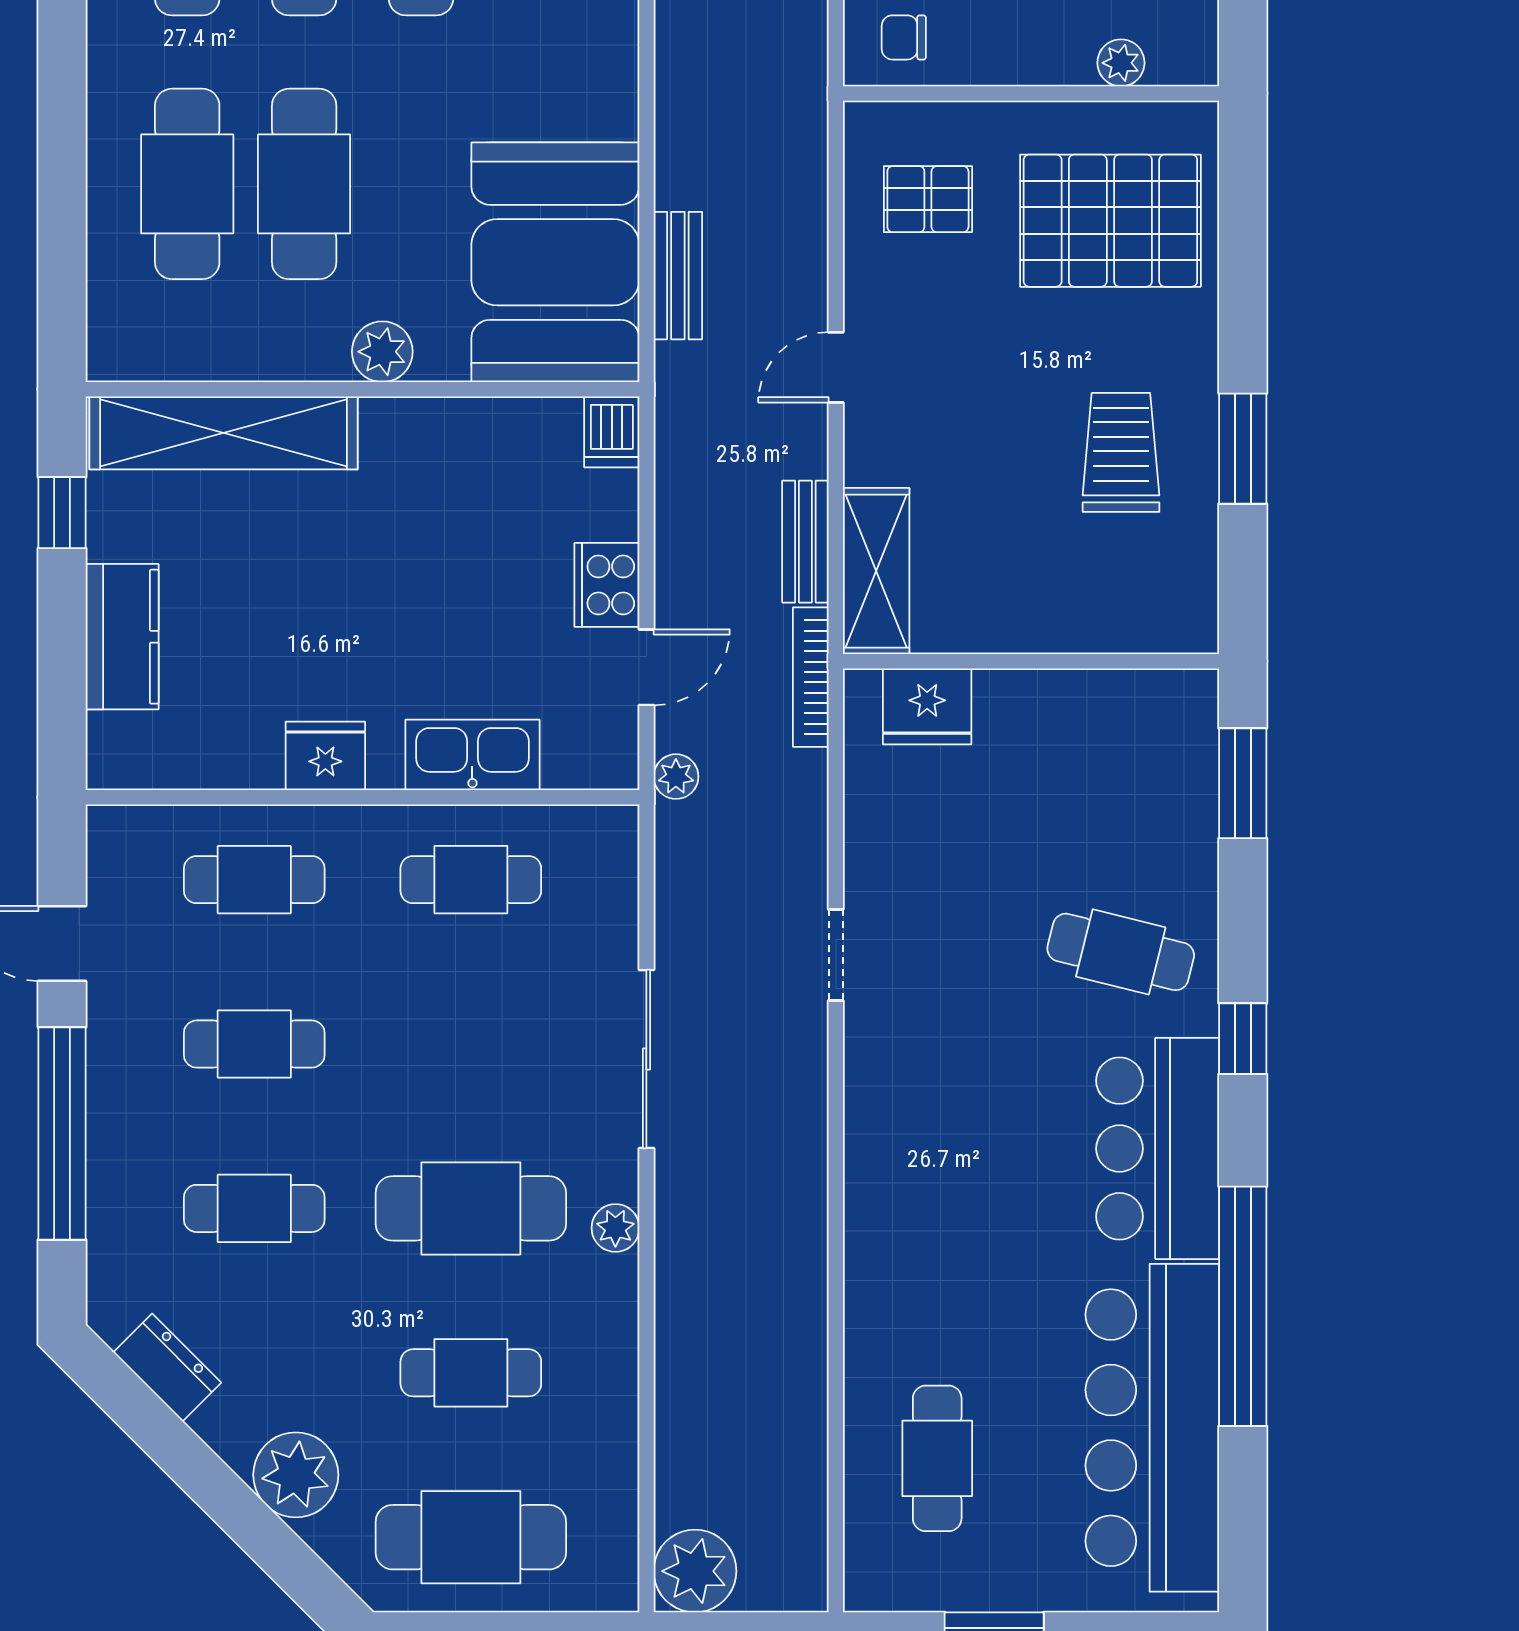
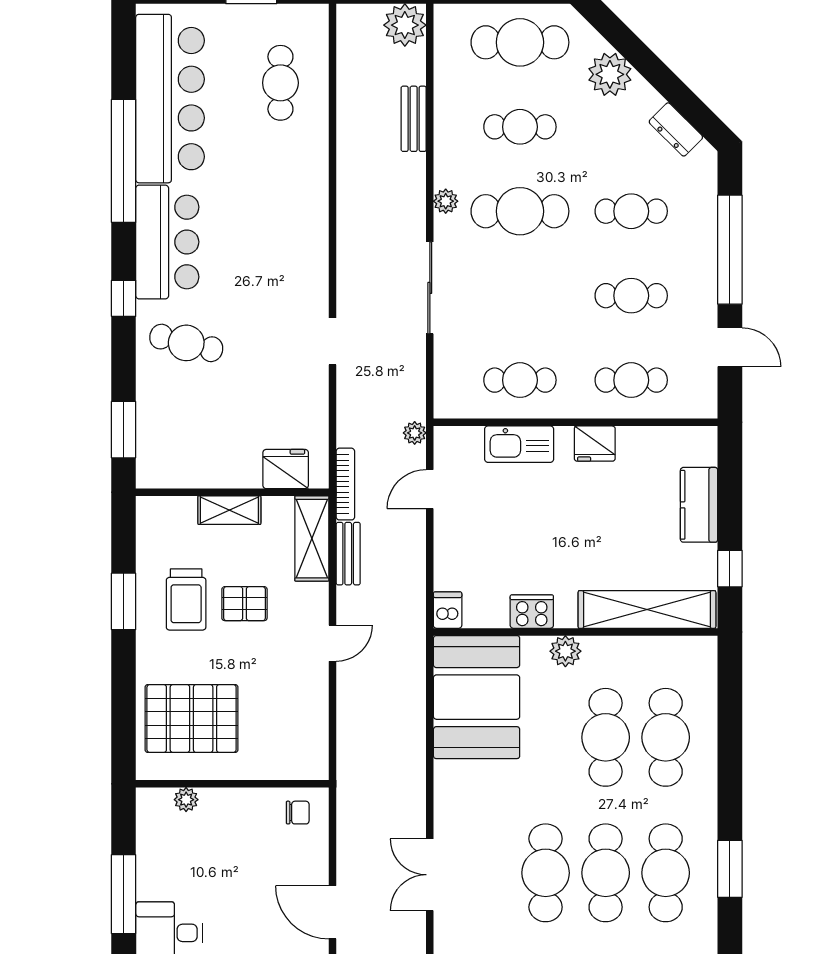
pallet: (928, 199) -> (244, 604), moved
bench: (678, 276) -> (414, 119), moved
cooker: (607, 585) -> (532, 612), moved, turned -90
shelving: (1037, 626) -> (229, 510), added

